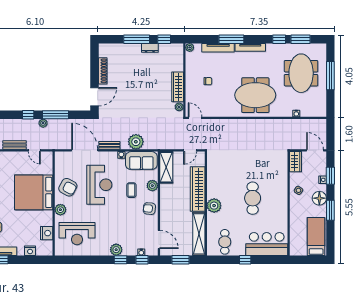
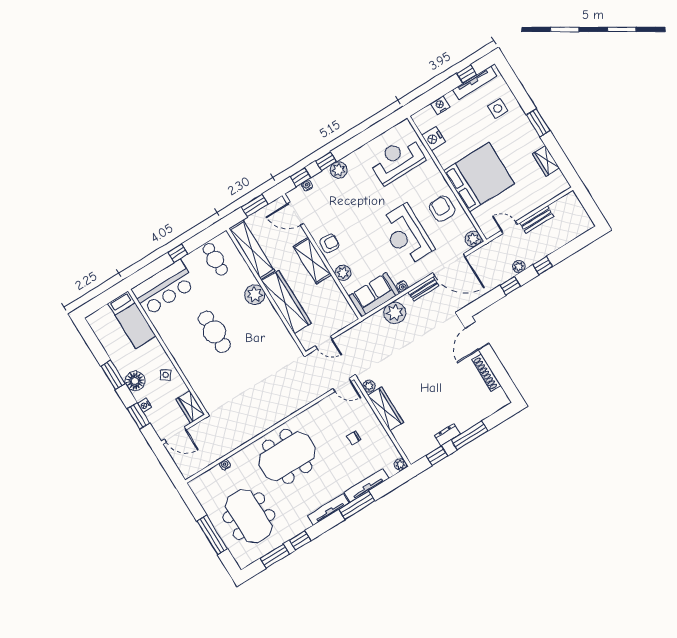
window: (56, 115) -> (510, 286), width x0.46
door: (190, 150) -> (324, 343), swing flipped
shelving: (166, 167) -> (312, 261), moved
armchair: (68, 187) -> (442, 209), turned 62
coffee table: (131, 190) -> (364, 252), removed
plant: (60, 210) -> (473, 239), moved
bed: (316, 237) -> (132, 320), moved

